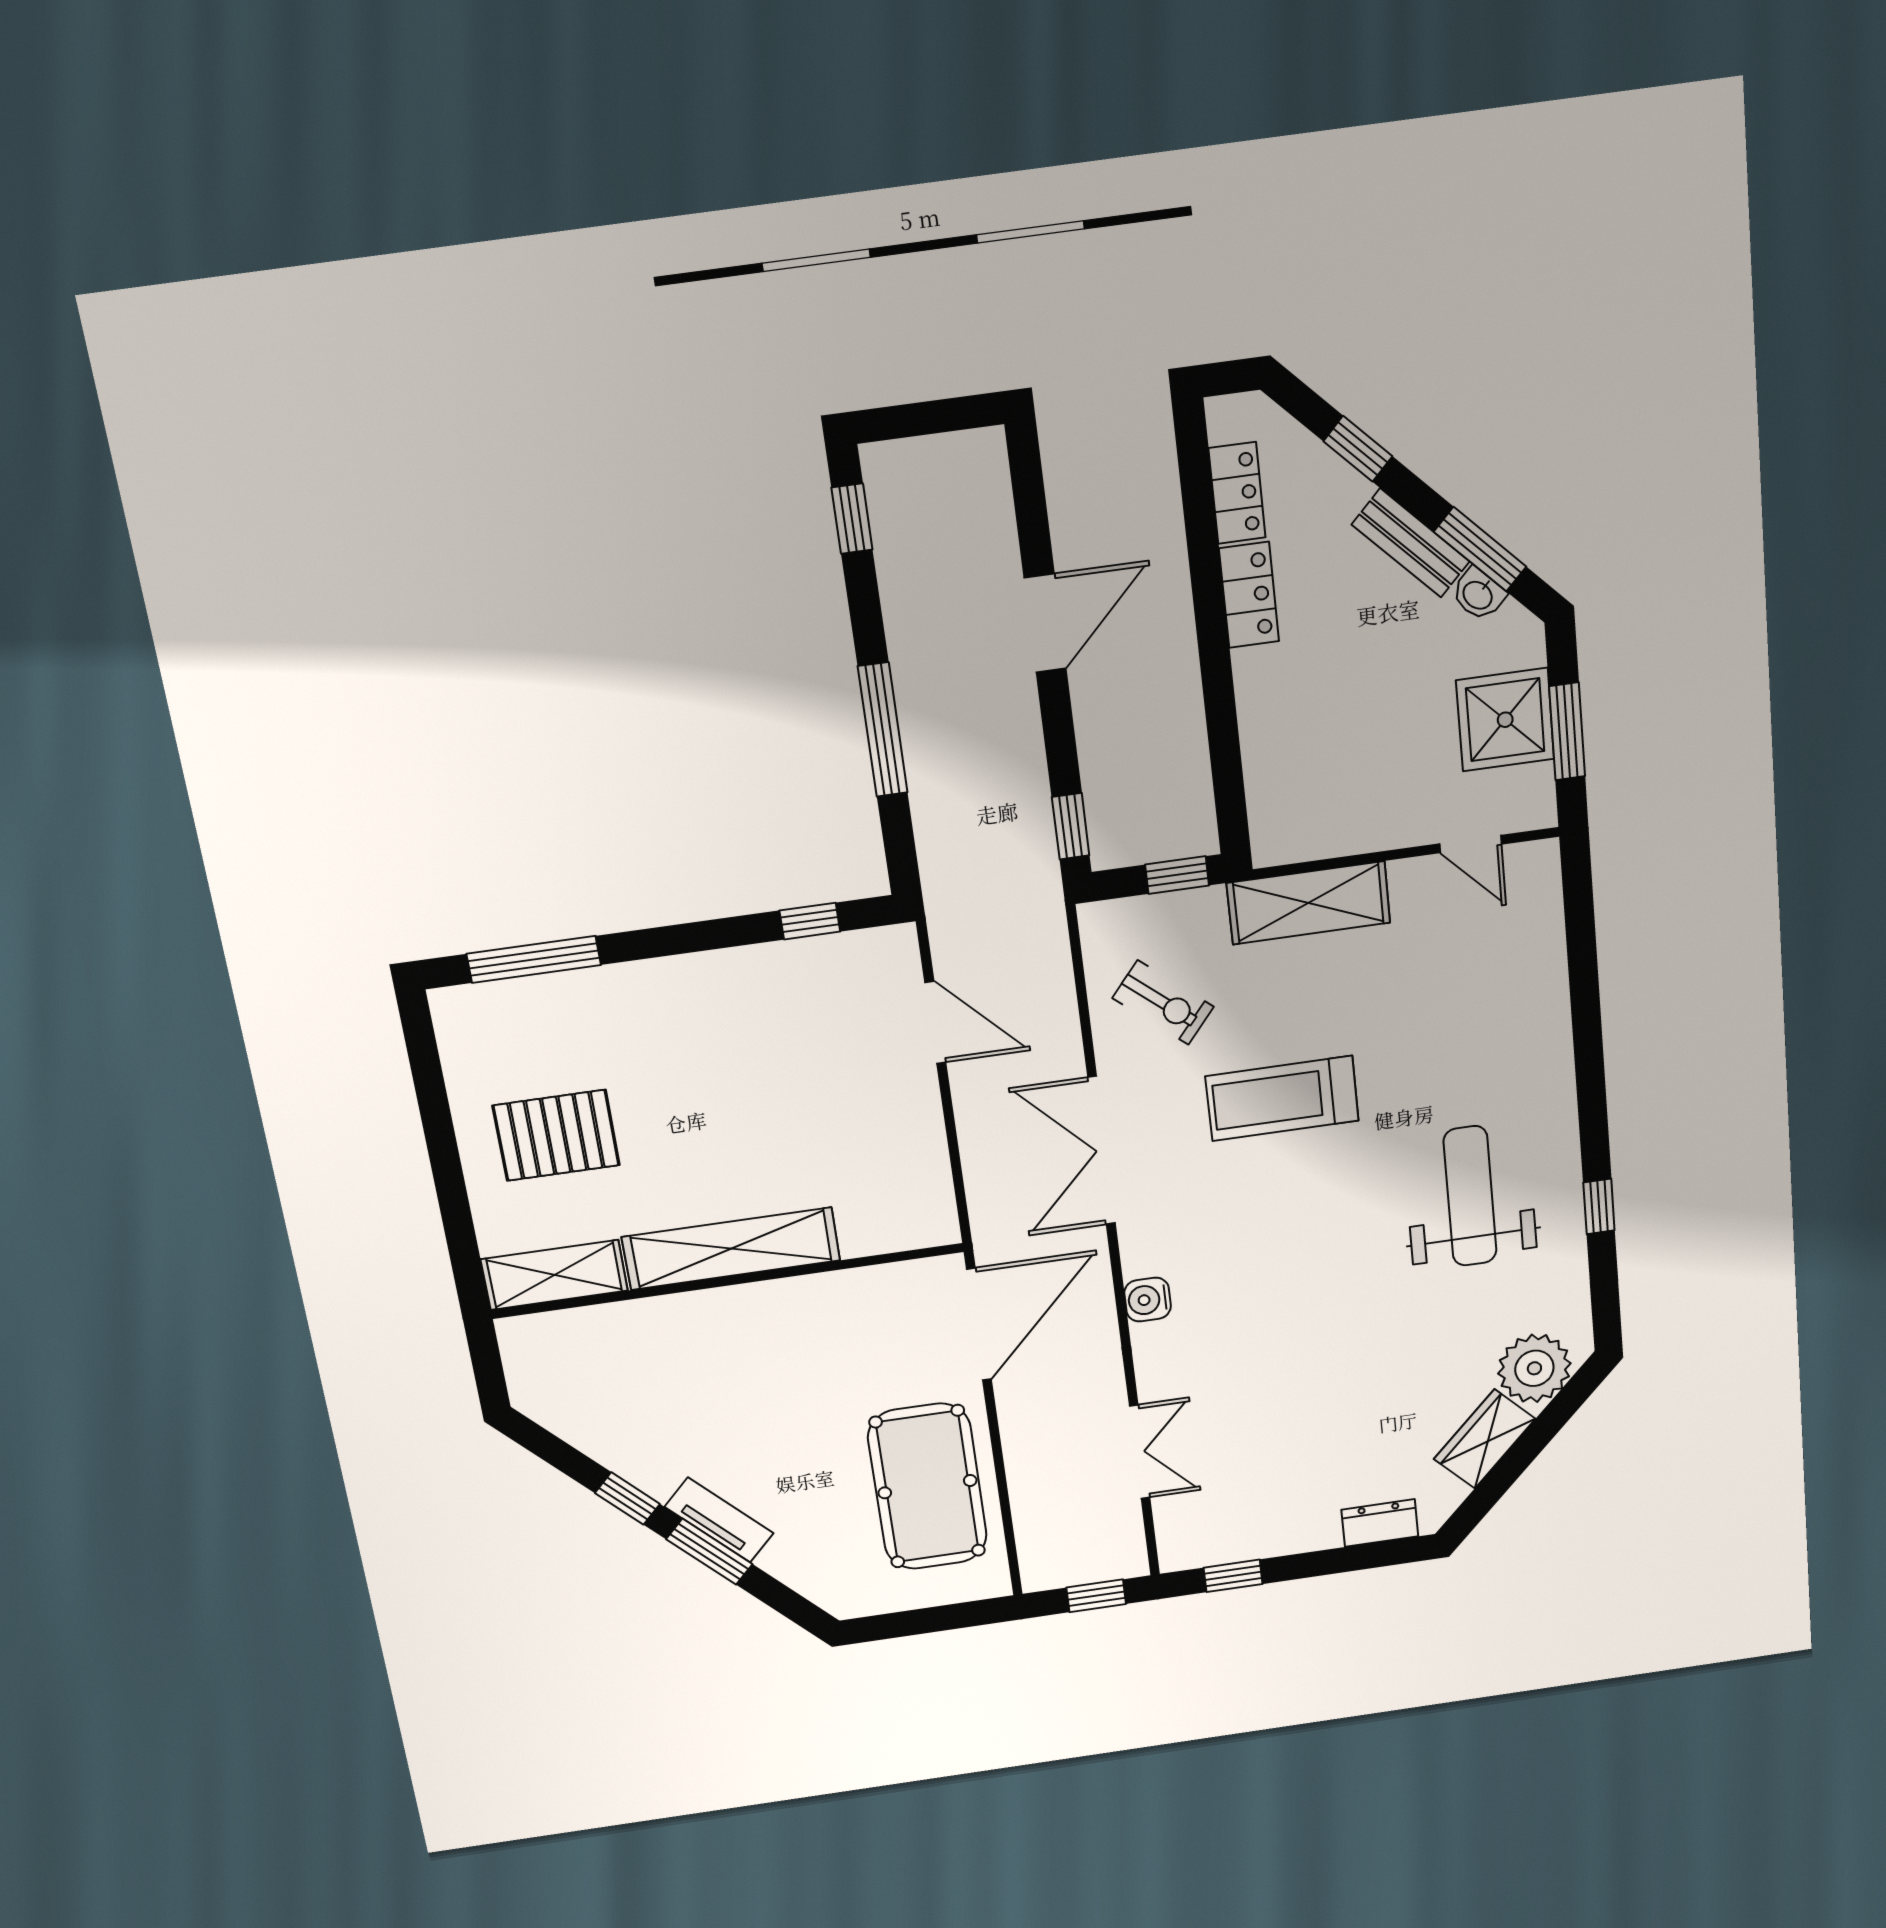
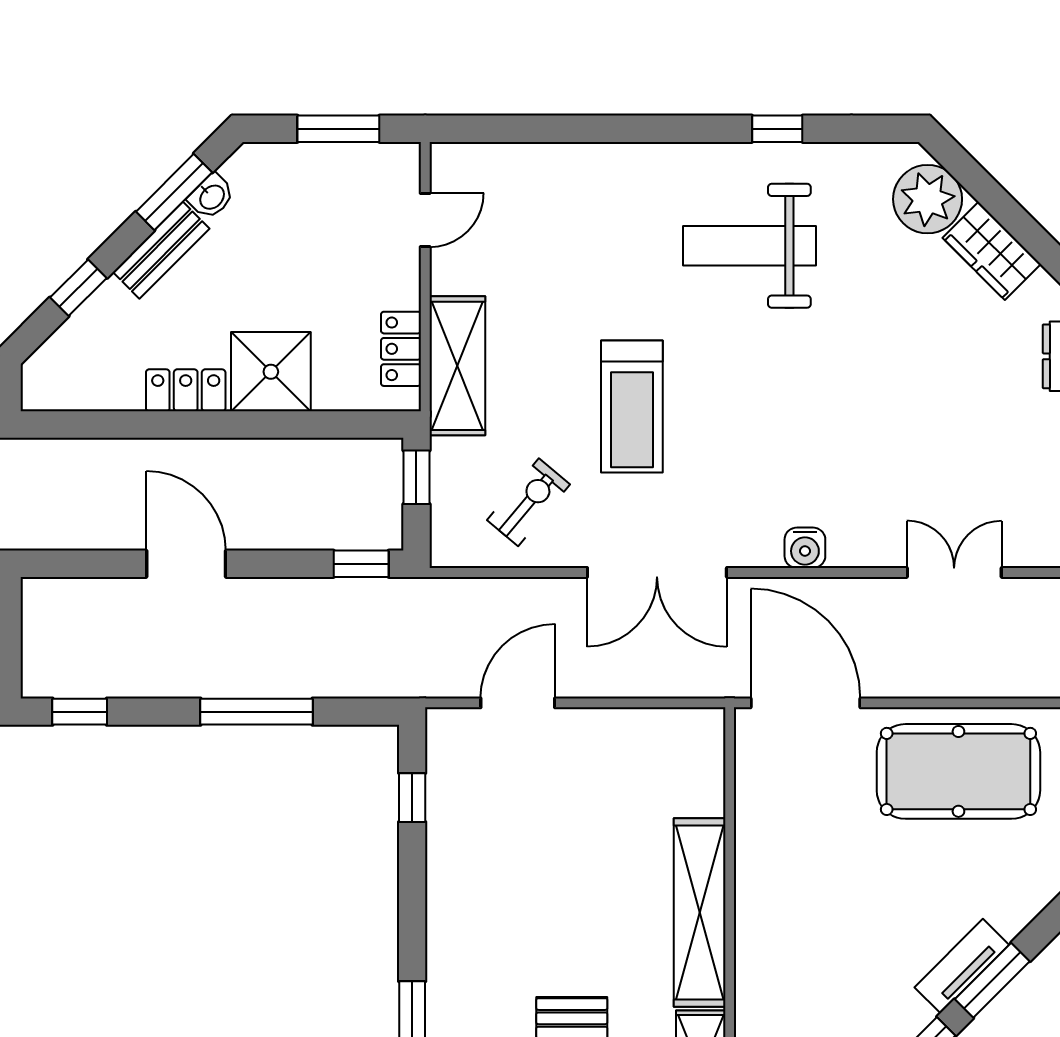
locker: (1237, 493) -> (401, 349), moved, turned -90
shower: (1505, 720) -> (271, 372), moved

